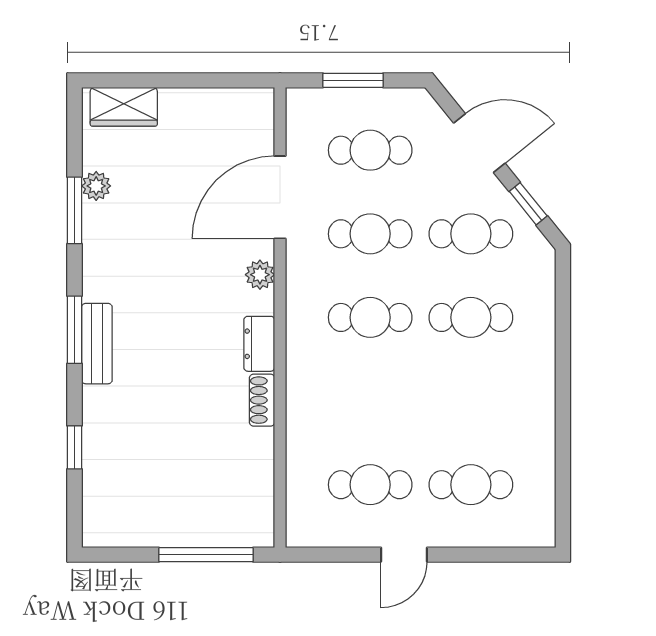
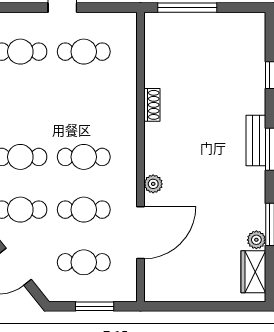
wardrobe: (124, 107) -> (253, 272), moved, turned -90
dresser: (259, 344) -> (154, 140), removed

